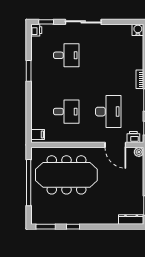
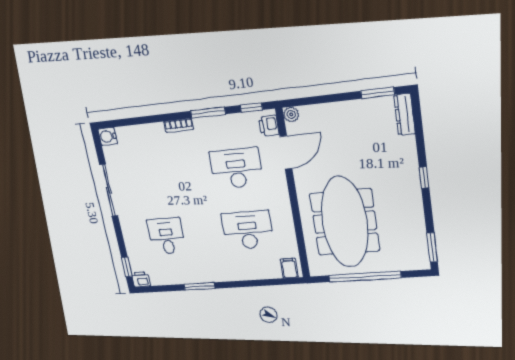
sliding door: (83, 22) -> (109, 190), moved
desk: (66, 112) -> (248, 230), width x1.37
window: (73, 227) -> (424, 178), moved

